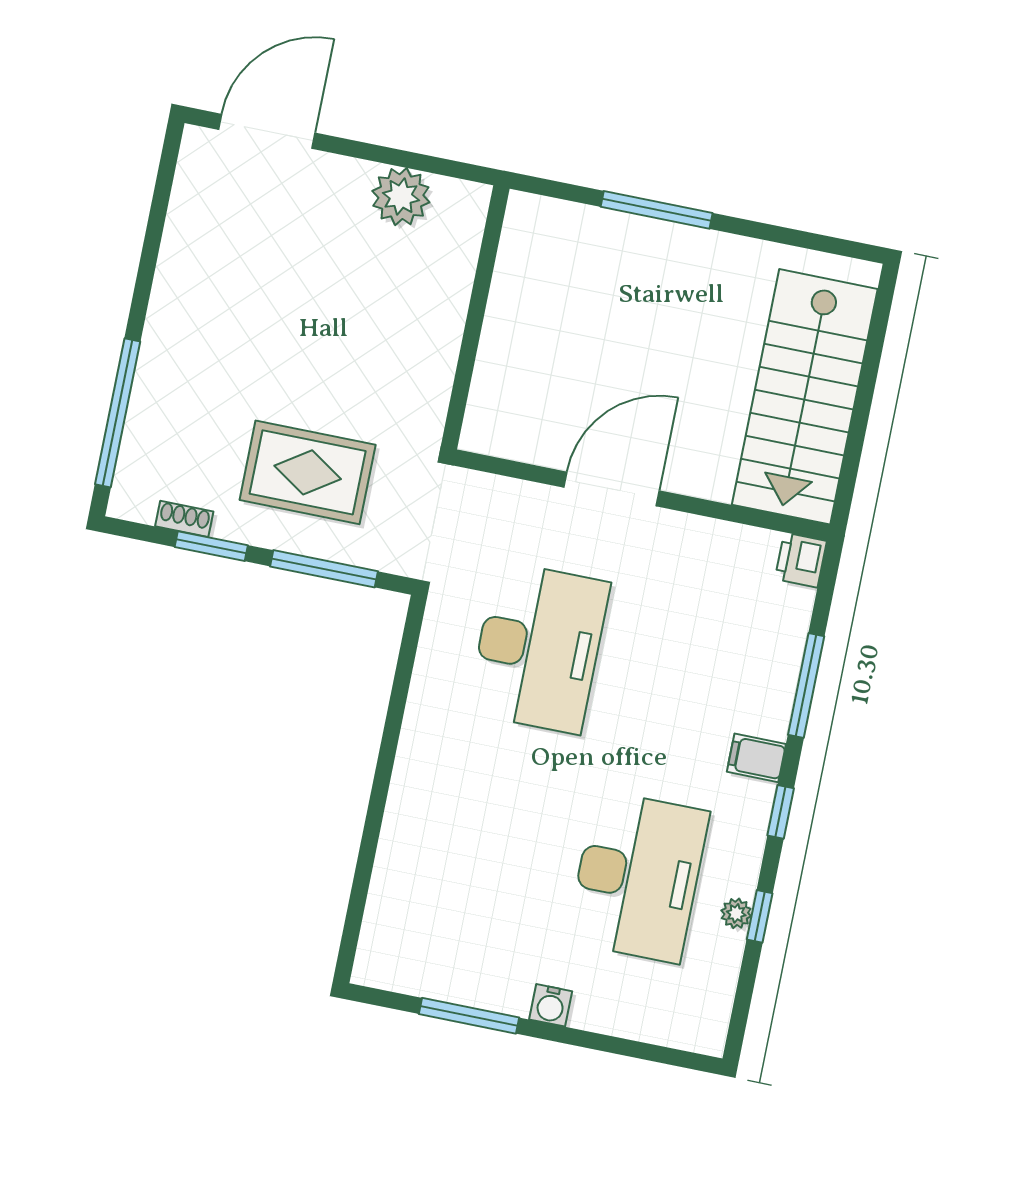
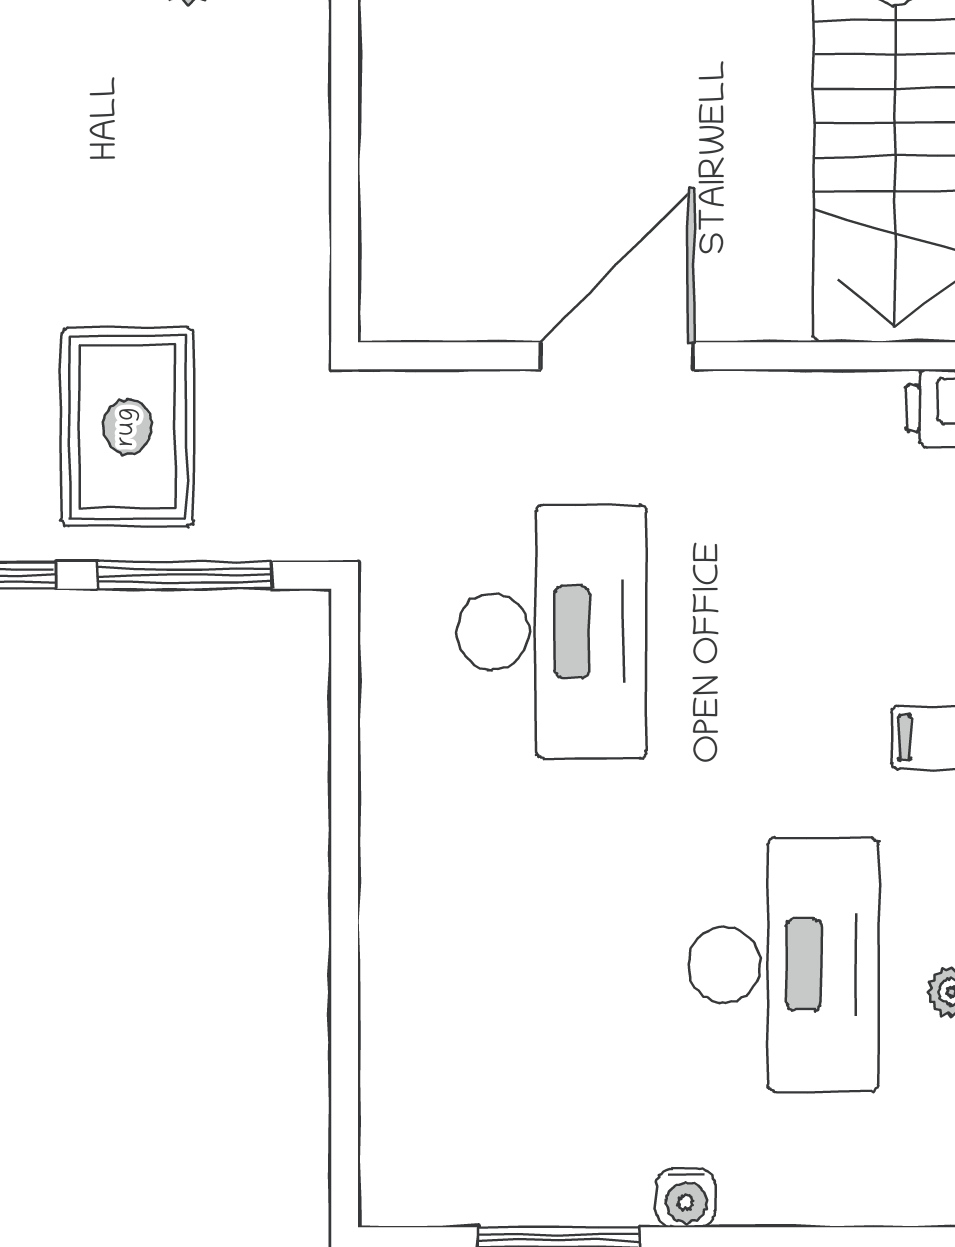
rug: (308, 472) -> (127, 427), turned 90

